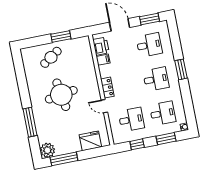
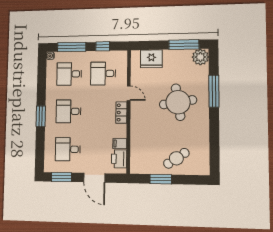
round table: (61, 95) -> (178, 102), moved
window: (166, 139) -> (72, 47), width x1.44

